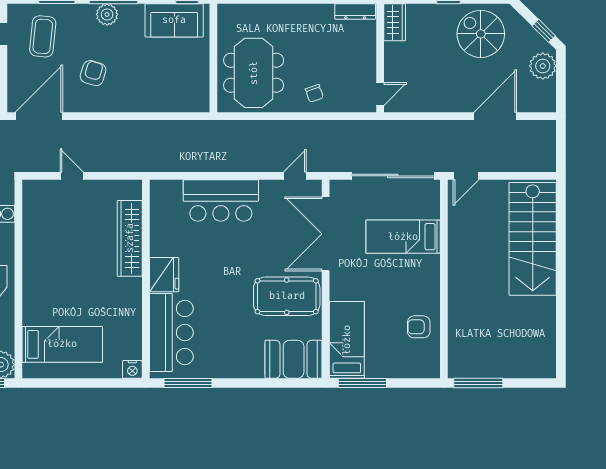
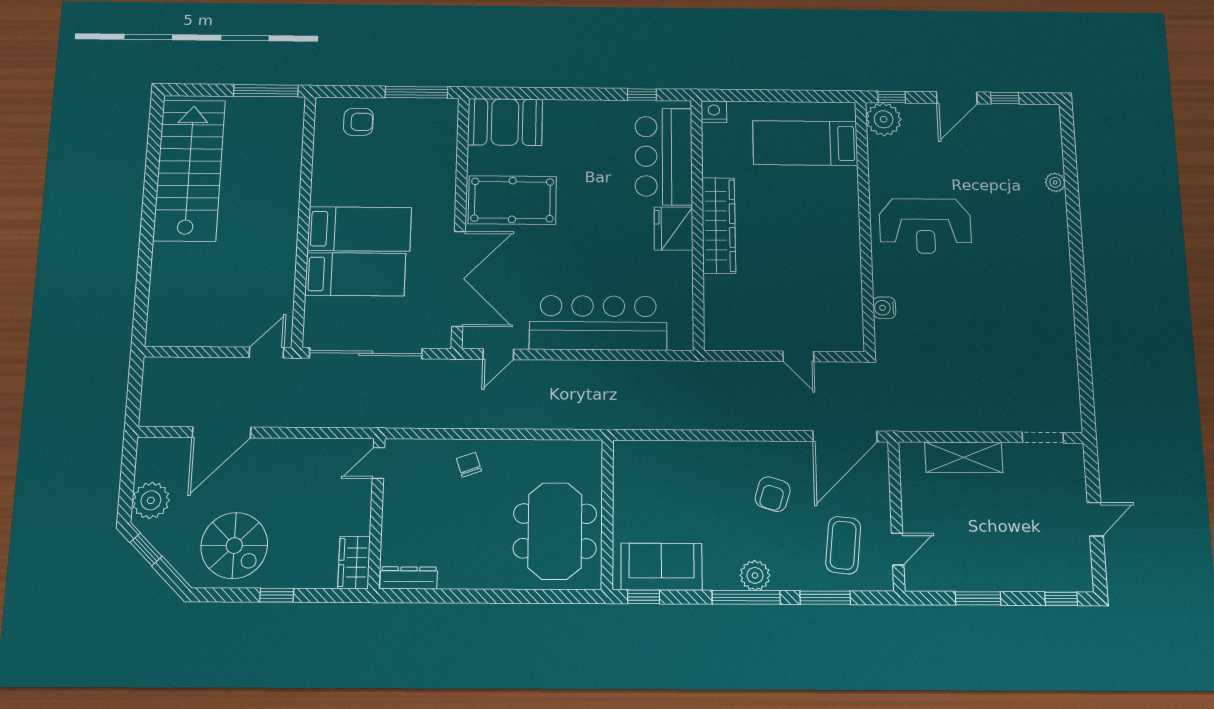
meeting table: (254, 73) -> (555, 531), moved
bar counter: (221, 201) -> (598, 323), width x1.36
wardrobe: (130, 238) -> (719, 225), moved
stairs: (533, 239) -> (189, 170), moved
armchair: (419, 327) -> (358, 122), moved
bed: (347, 340) -> (359, 229), moved, turned -90
window: (188, 383) -> (642, 95), width x0.46

